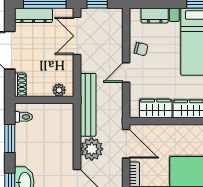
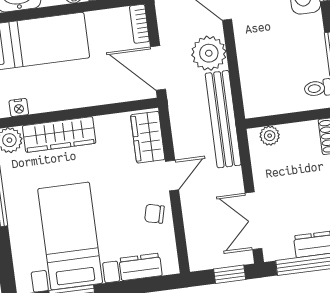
double door: (77, 36) -> (253, 221), swing flipped
wardrobe: (156, 109) -> (148, 137), moved, turned 90

